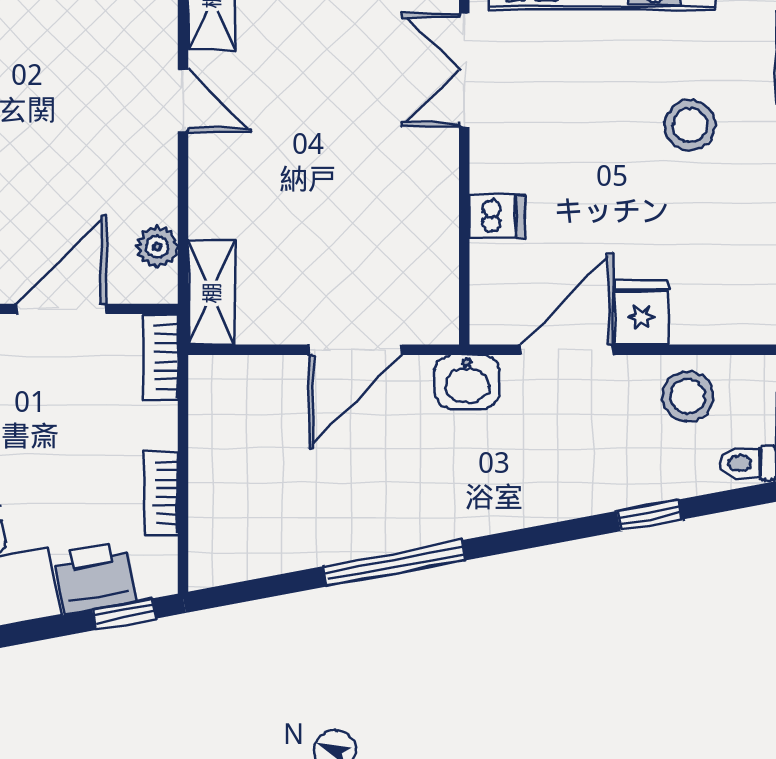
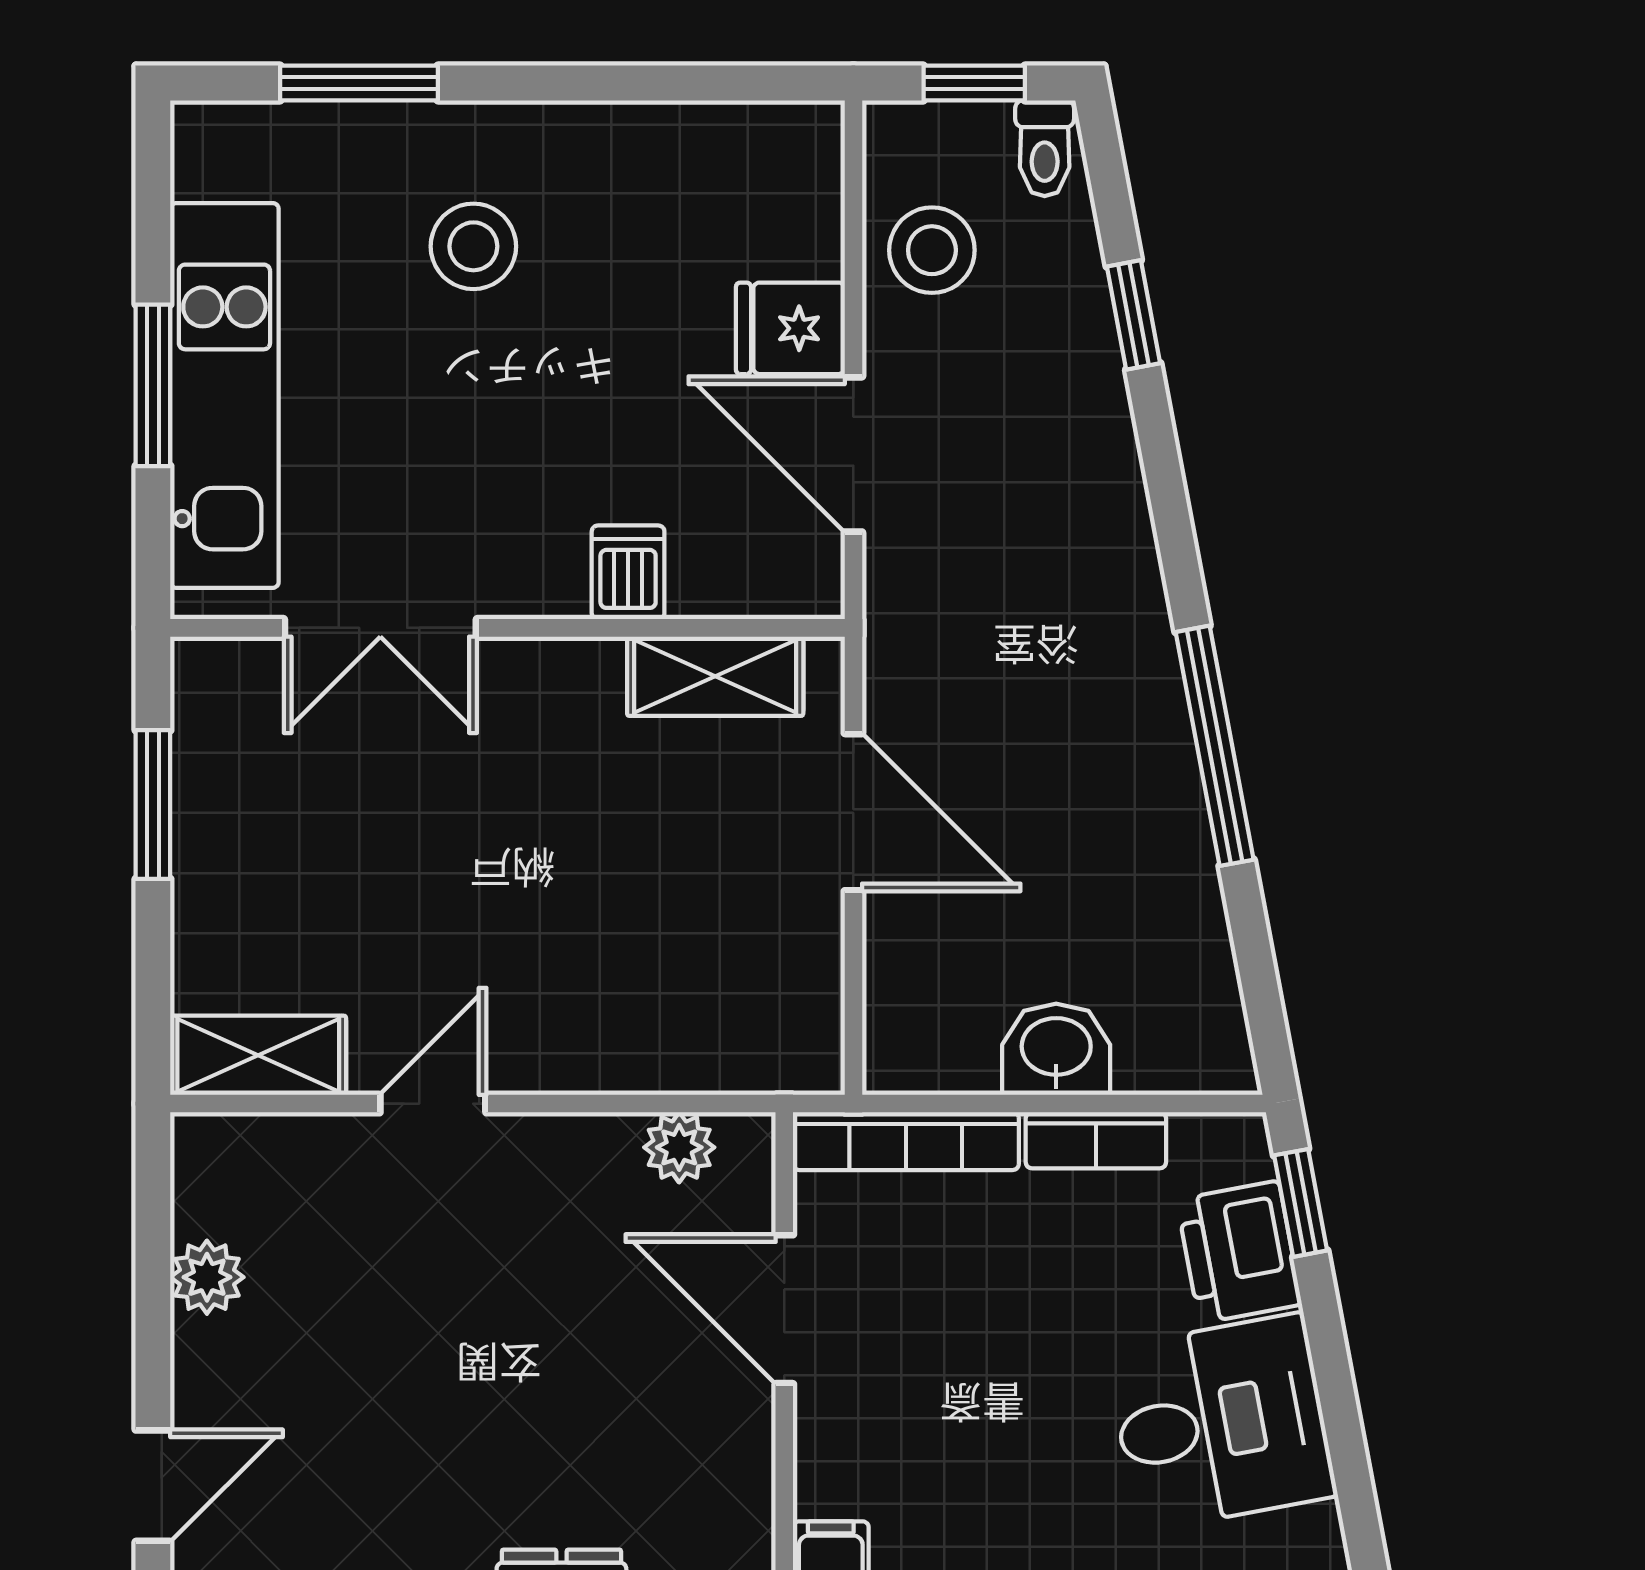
shelving: (212, 293) -> (715, 676), moved
bookcase: (161, 357) -> (906, 1141), width x1.56
washbasin: (467, 382) -> (1056, 1049), moved, turned -90

